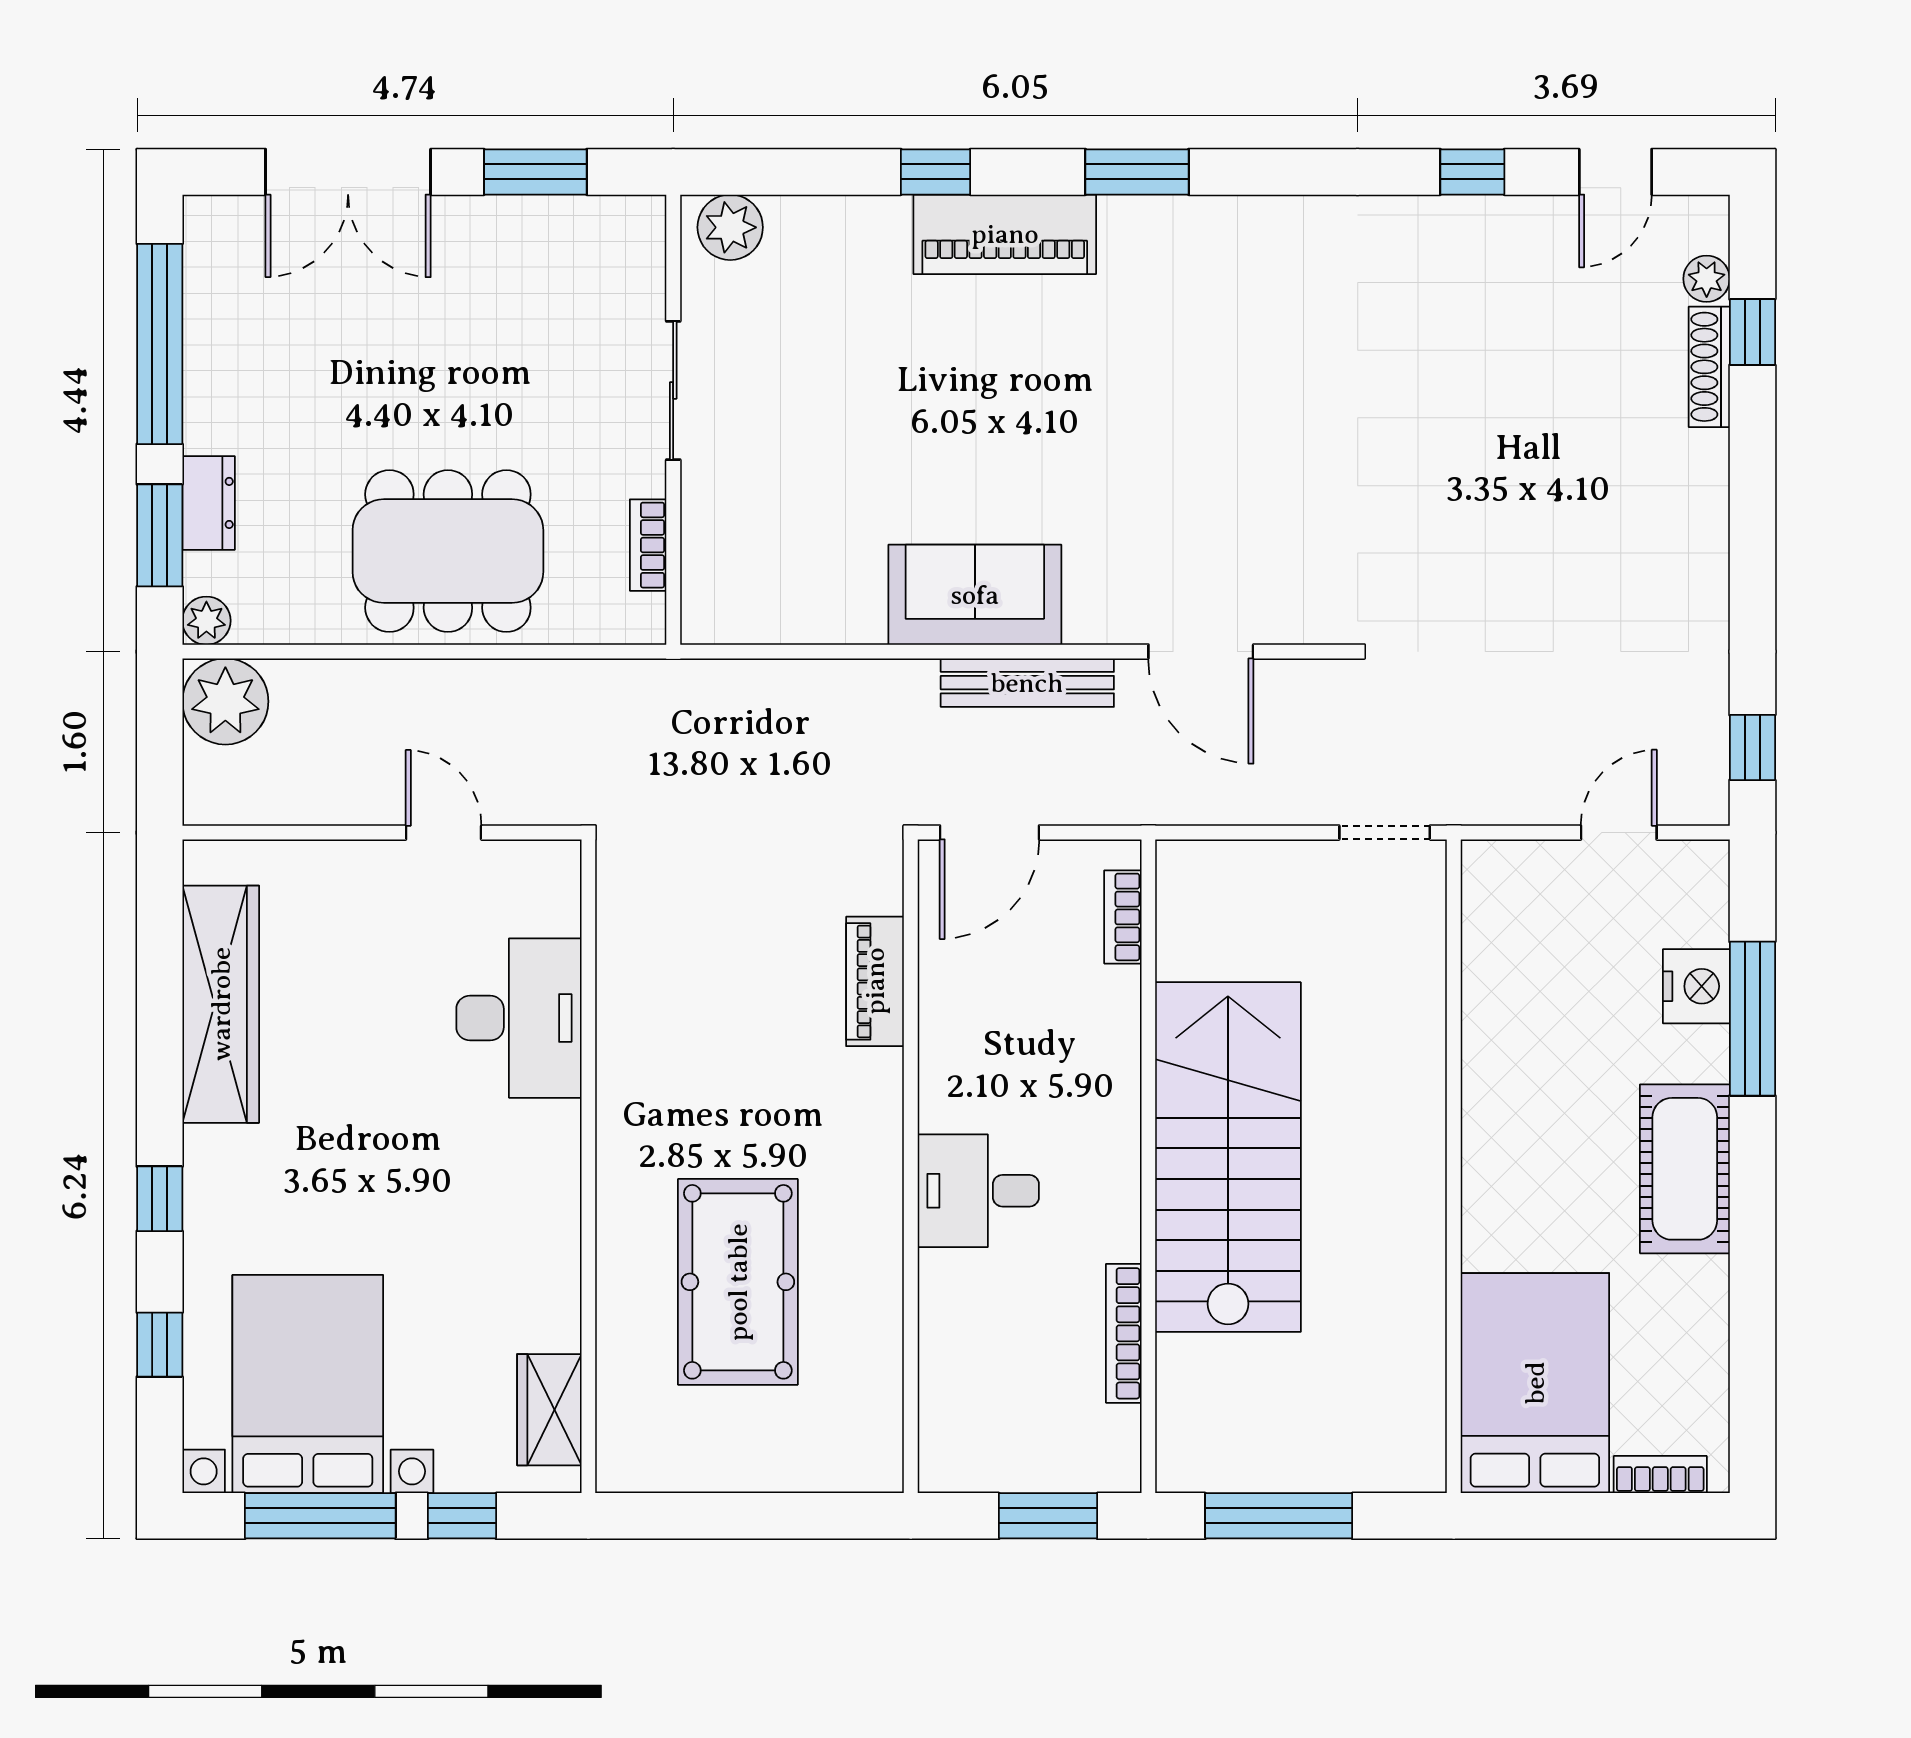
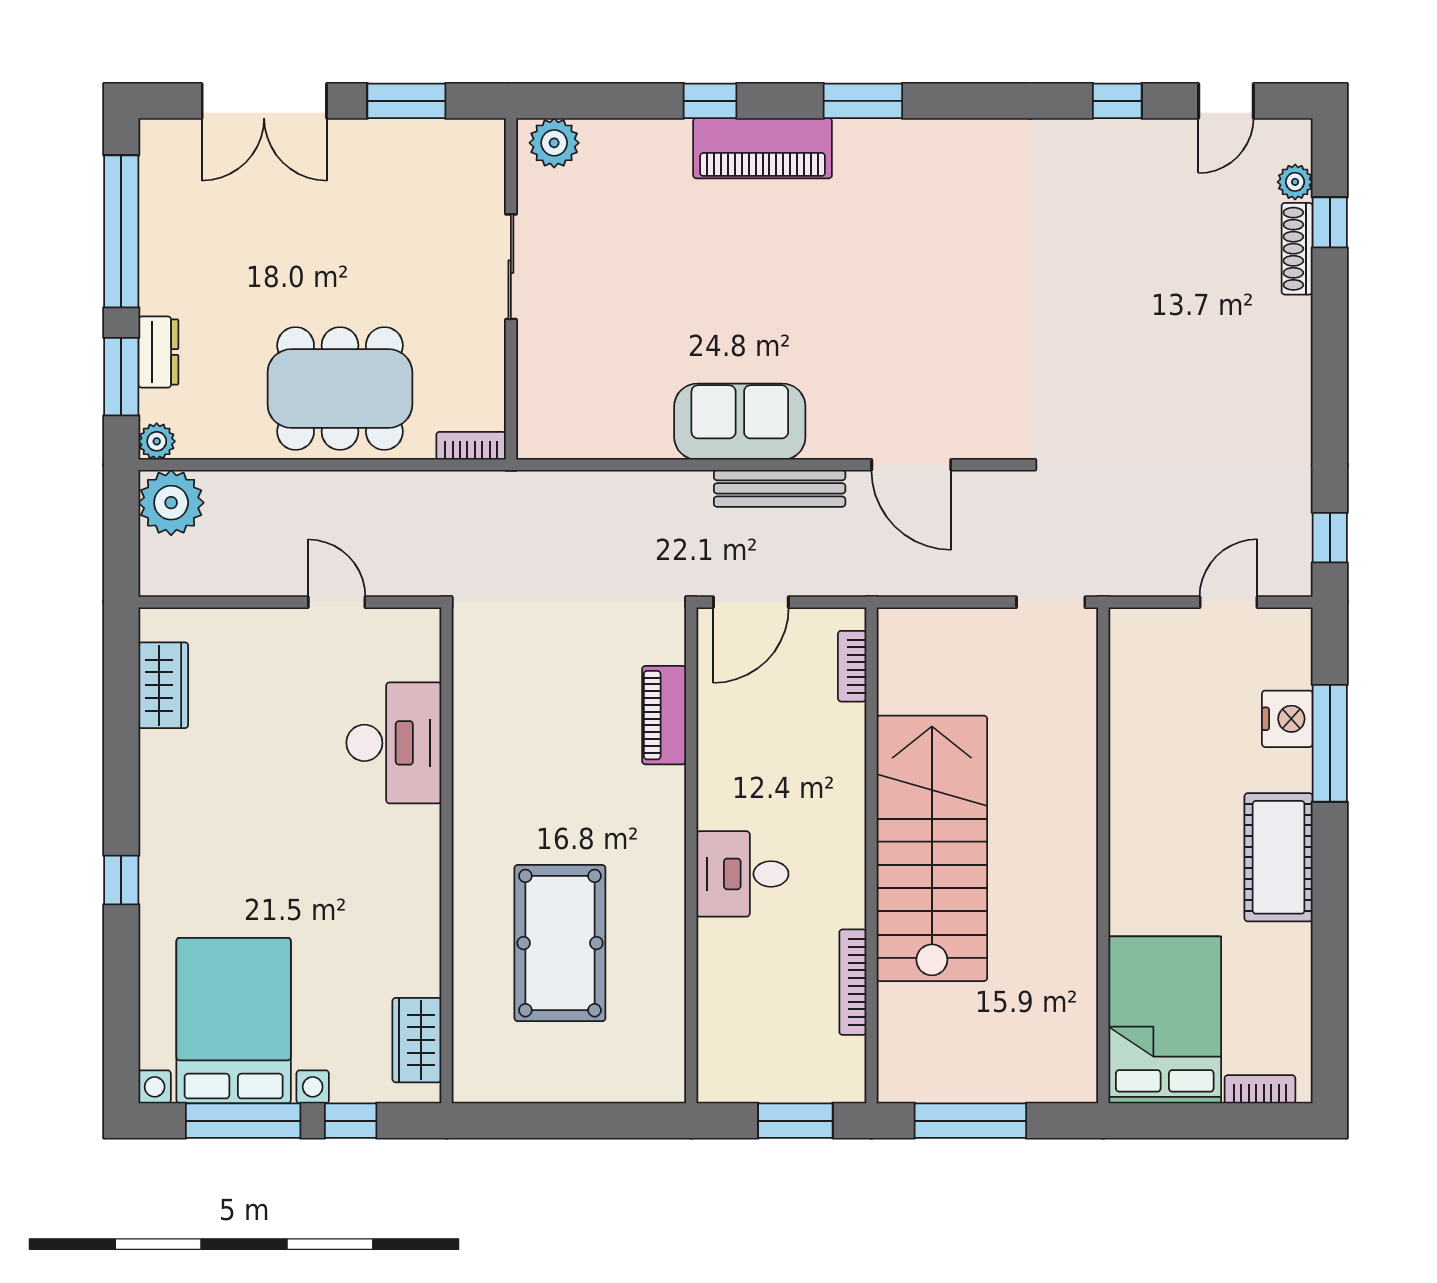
bookcase: (648, 545) -> (471, 446), moved, turned 90
wardrobe: (221, 1004) -> (163, 685), width x0.48, depth x0.85
window: (160, 1345) -> (121, 991), removed

